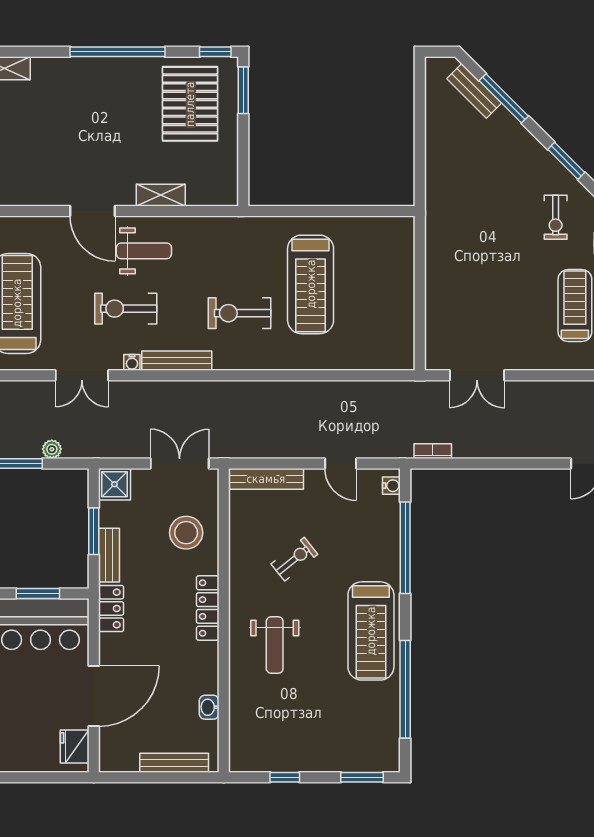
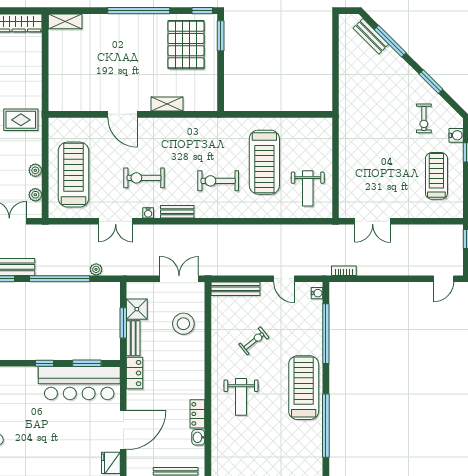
weight bench: (144, 251) -> (308, 188), moved, turned 90
bench: (177, 361) -> (177, 212), width x0.73
shower: (114, 484) -> (137, 309), moved
locker: (208, 608) -> (197, 414), moved, width x0.66
treadmill: (371, 631) -> (304, 388), turned 180

